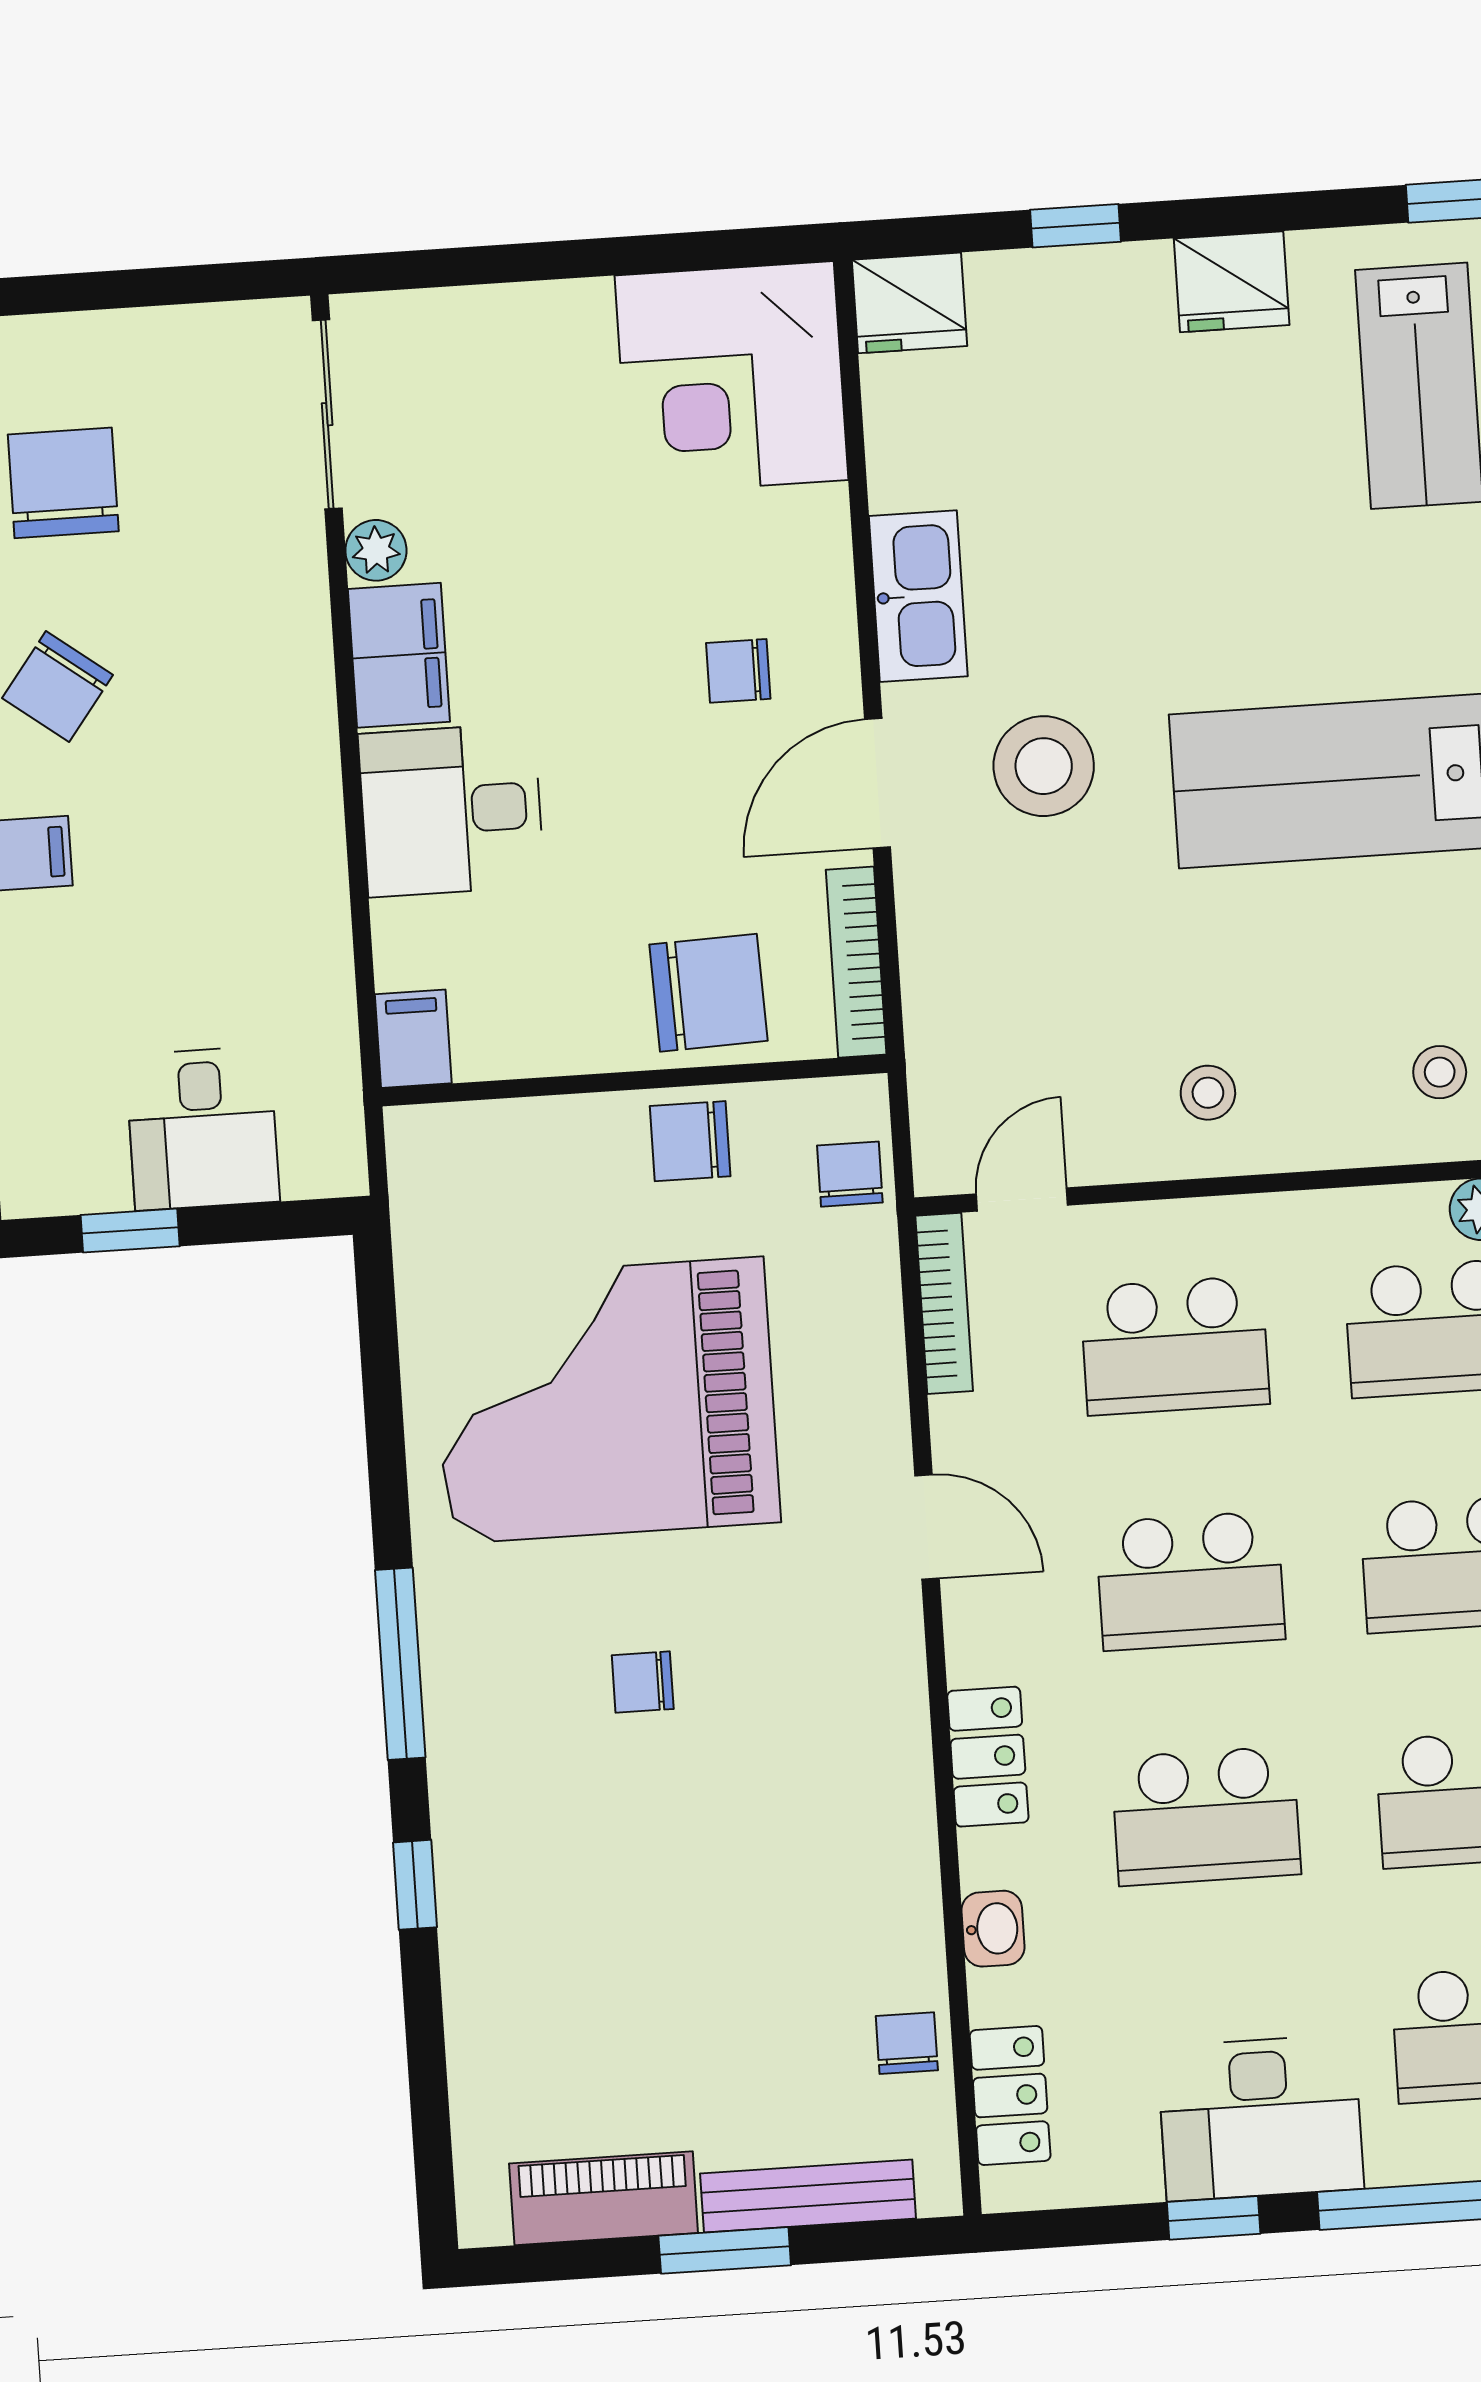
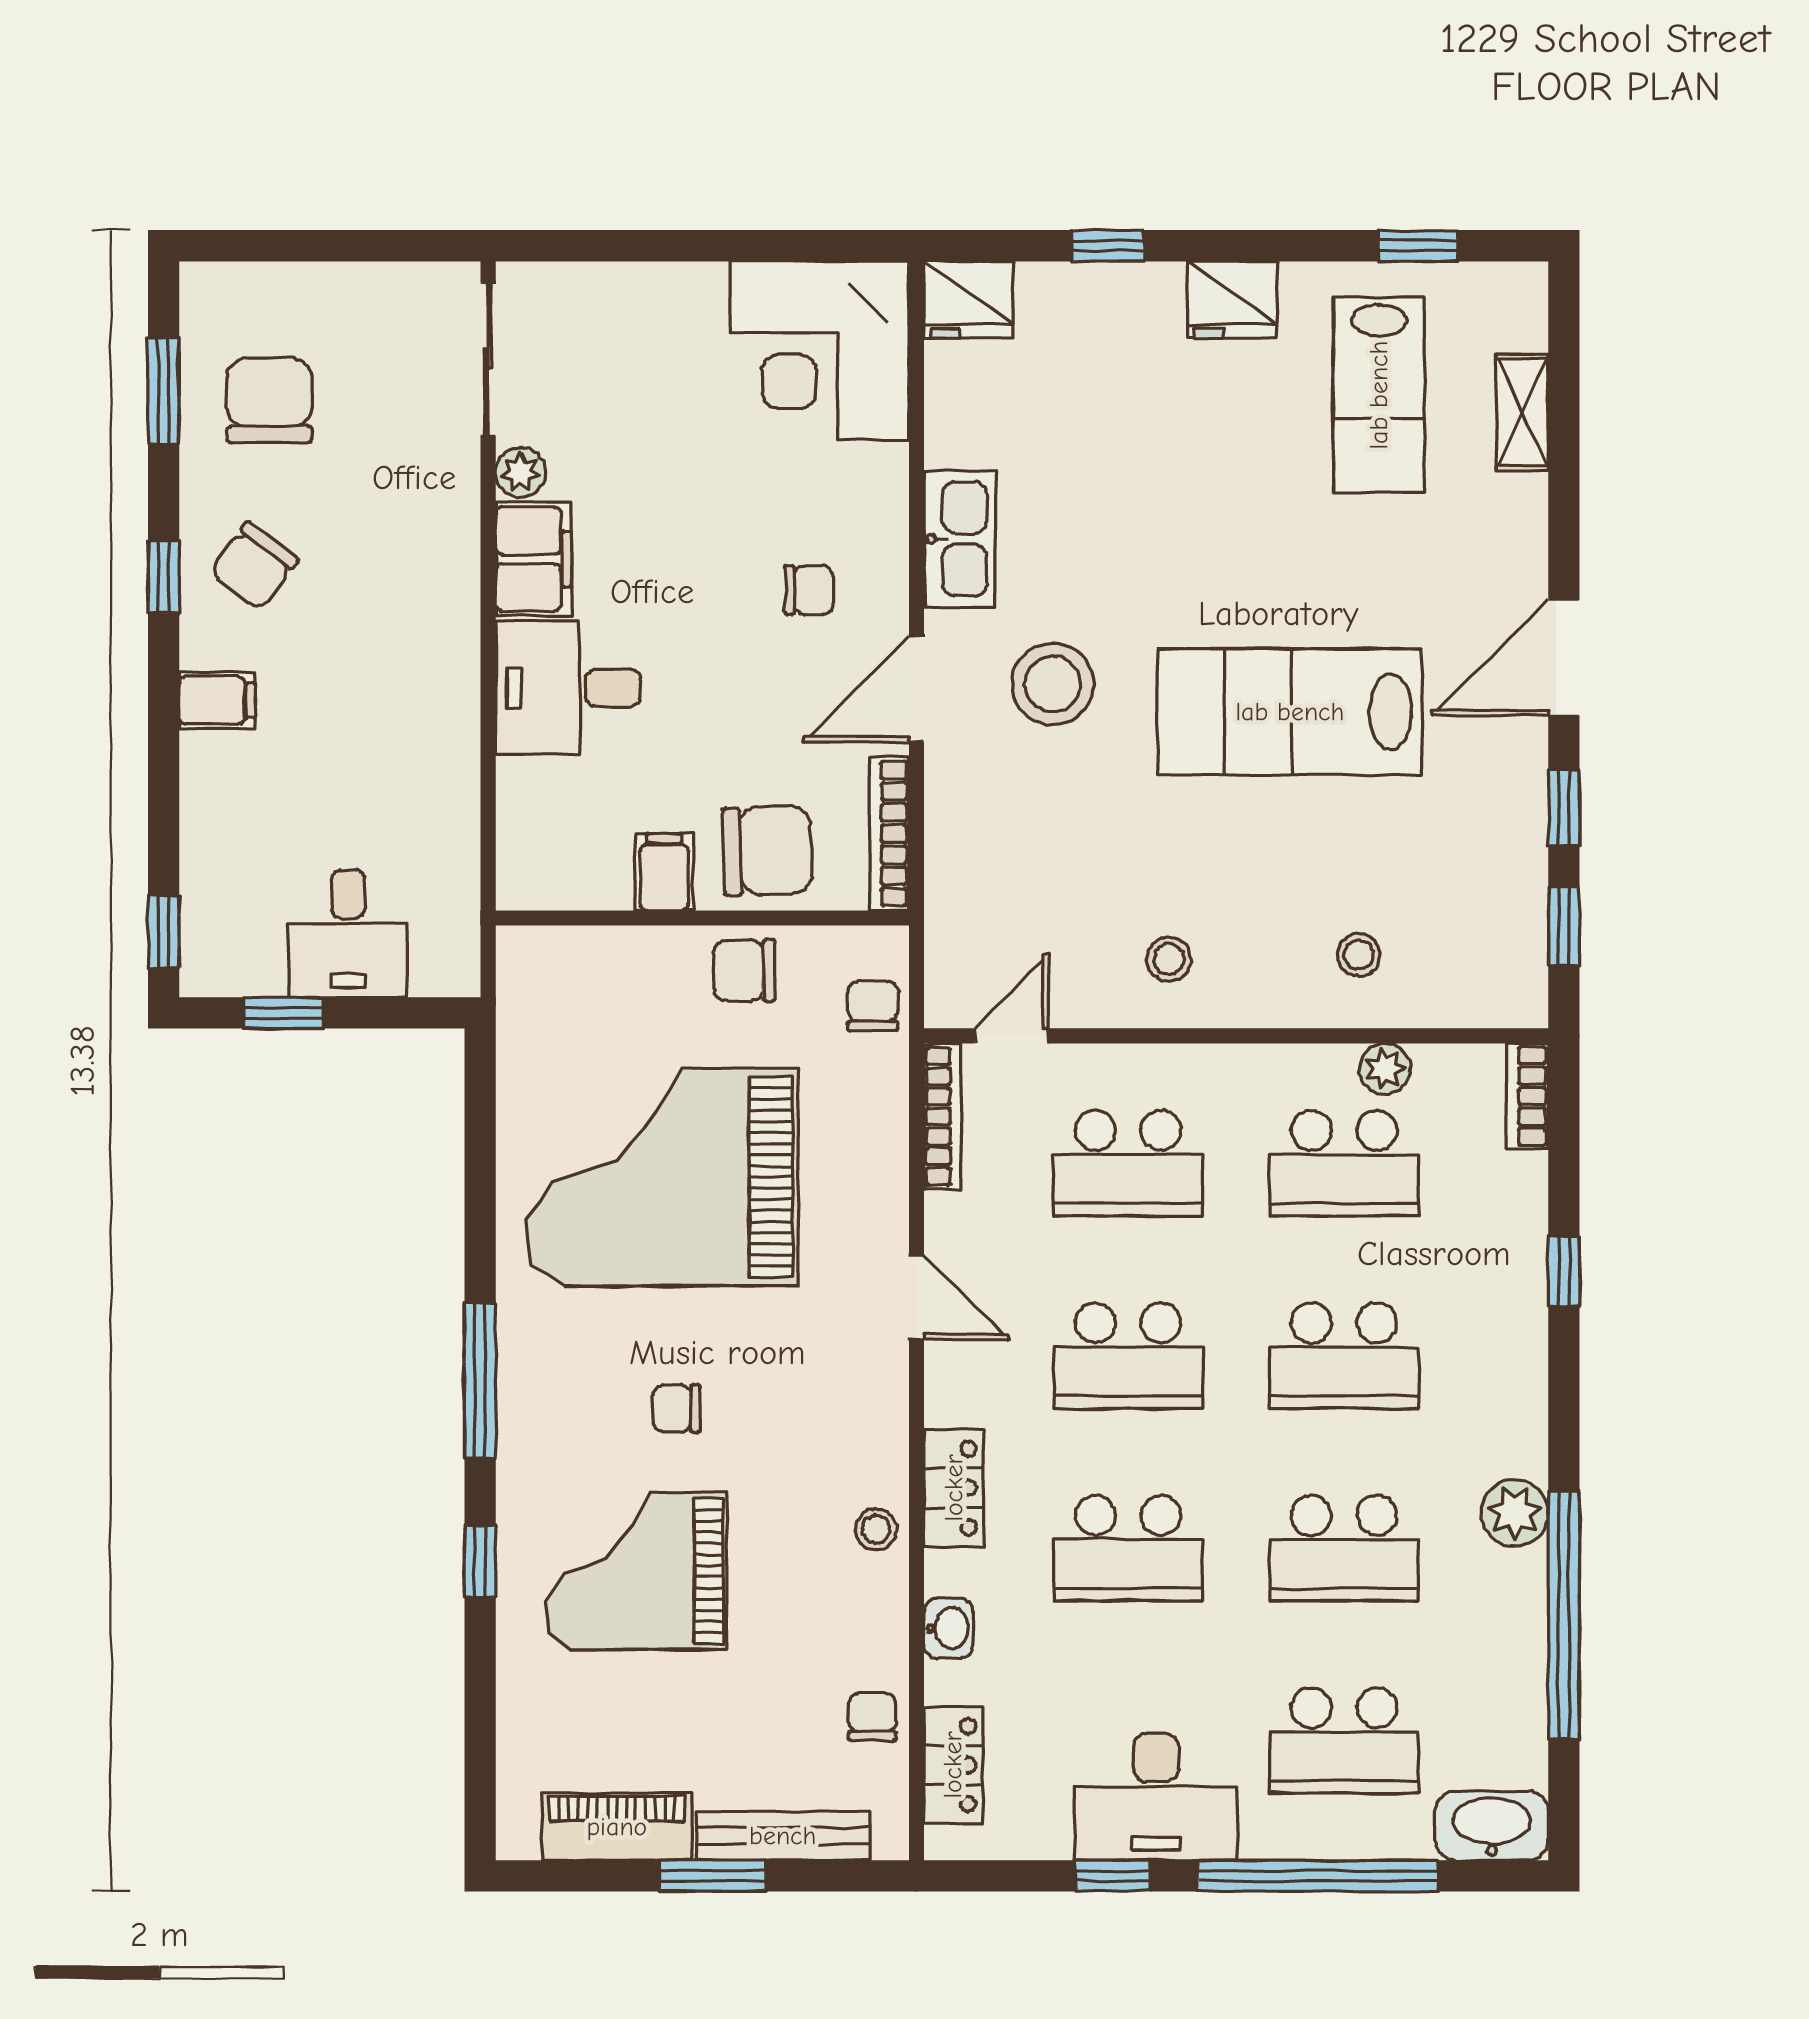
chair: (738, 671) -> (809, 590), turned 180
filing cabinet: (413, 1039) -> (664, 872), moved
stool: (896, 1814) -> (876, 1529), added
grand piano: (606, 1884) -> (636, 1571), added

